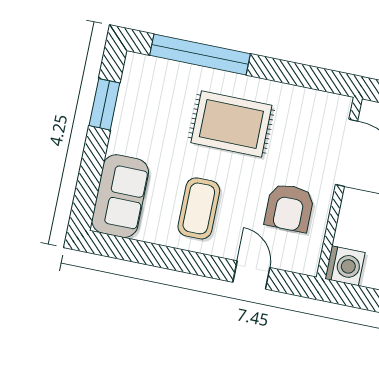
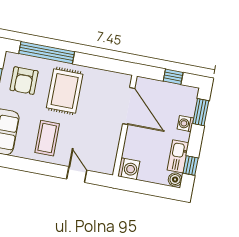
rug: (231, 124) -> (65, 91), turned 90
armchair: (289, 208) -> (24, 81), moved

